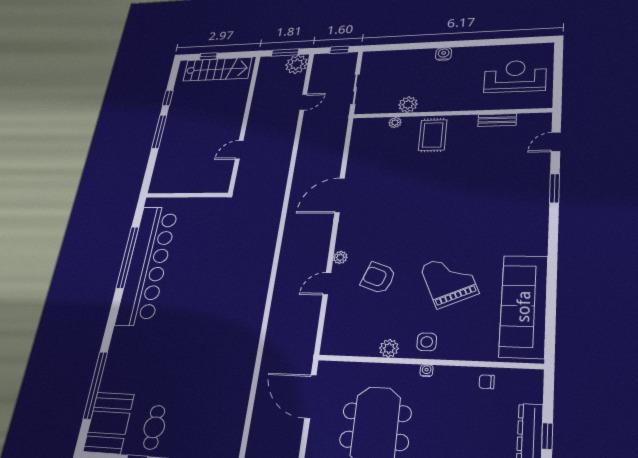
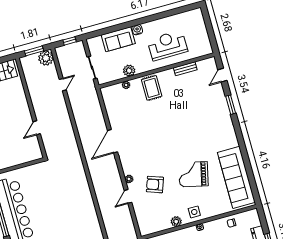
sofa: (410, 61) -> (118, 39), added
reception desk: (515, 76) -> (167, 45), moved
grand piano: (449, 280) -> (193, 174), turned -53

